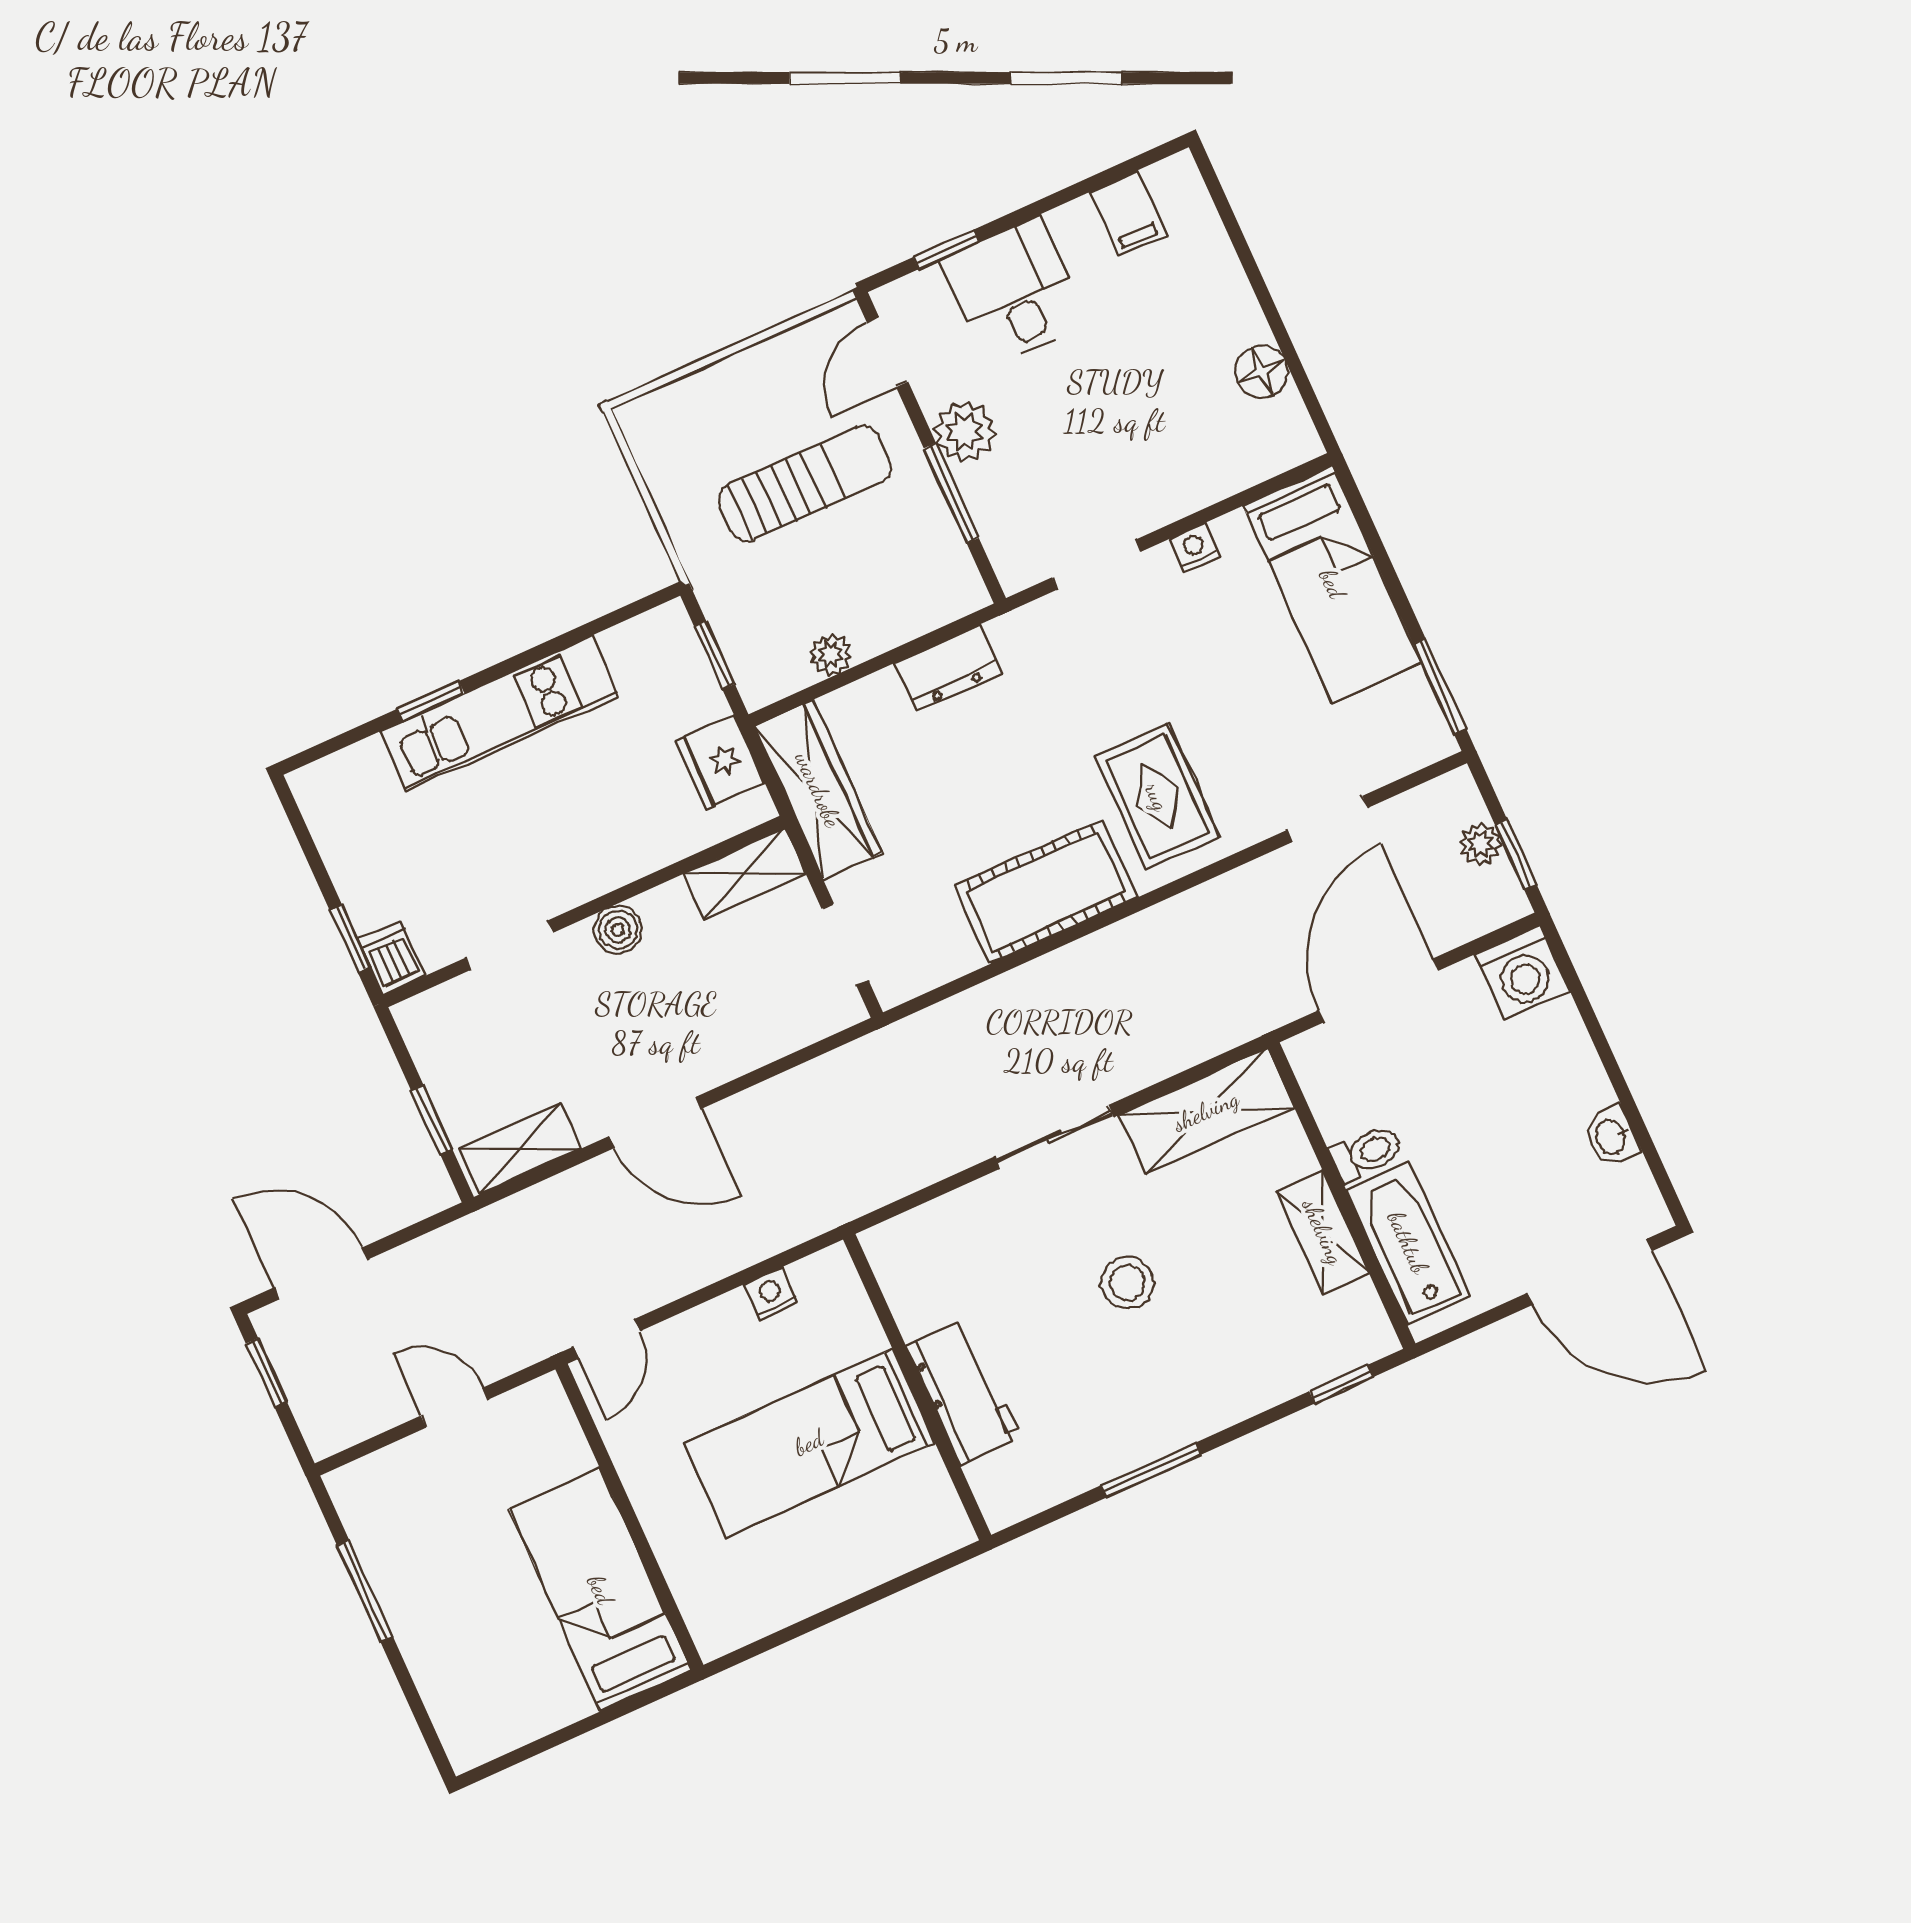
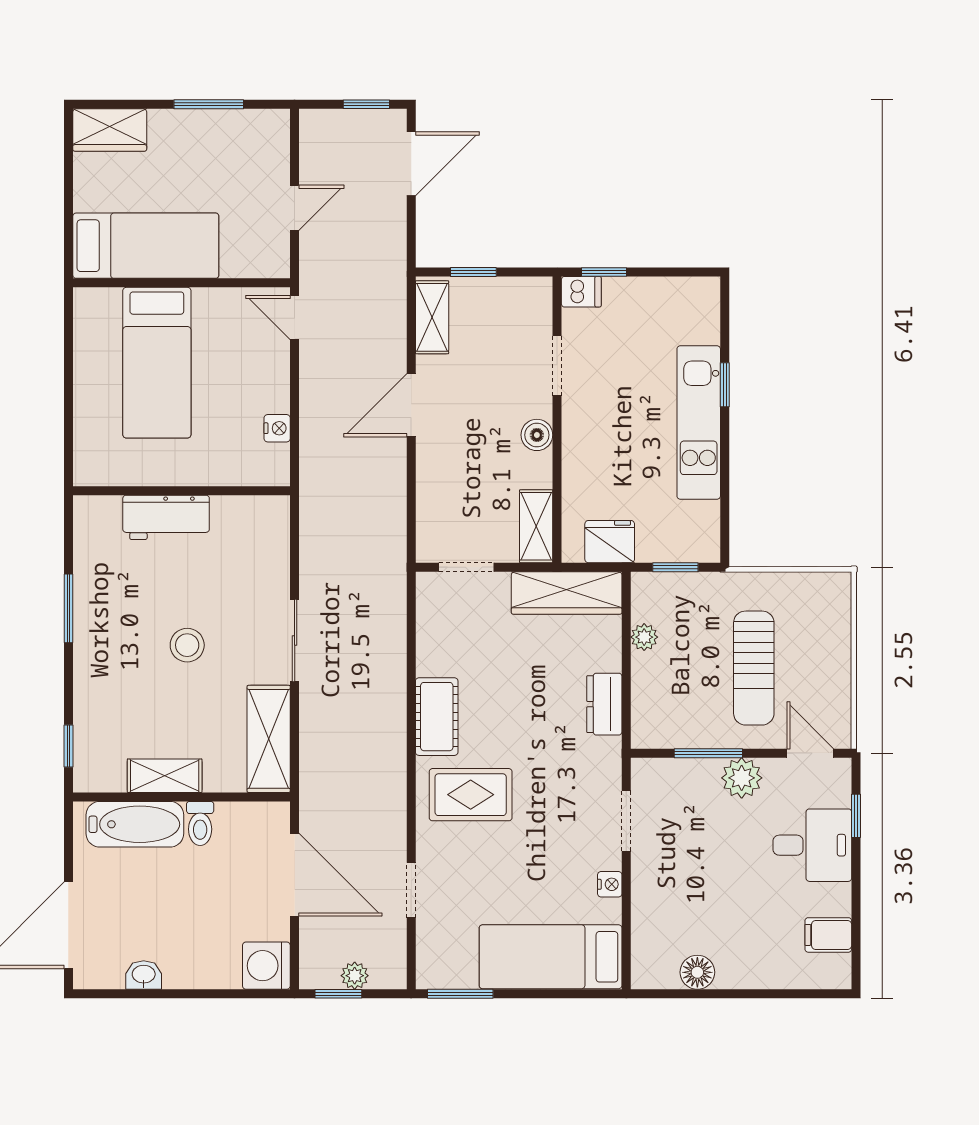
cot: (1046, 891) -> (437, 717), width x0.73, depth x0.75
bed: (809, 1443) -> (157, 363), moved, turned 180
wardrobe: (463, 1712) -> (110, 130), added

